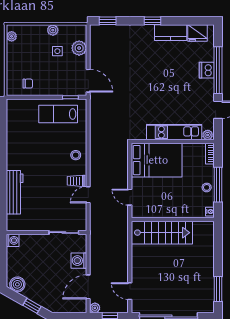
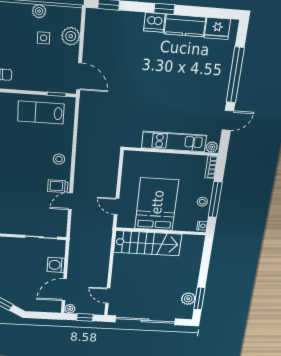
dishwasher: (207, 70) -> (154, 22), moved, turned -90
bed: (157, 160) -> (157, 204), moved, turned -90
plant: (207, 290) -> (188, 299), added

